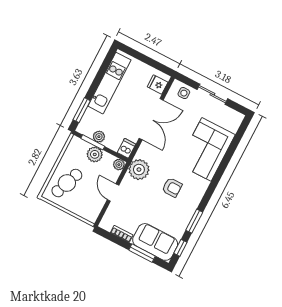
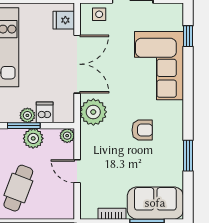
dishwasher: (126, 148) -> (45, 112), moved
plant: (139, 170) -> (93, 112), moved
window: (180, 248) -> (188, 36), moved

